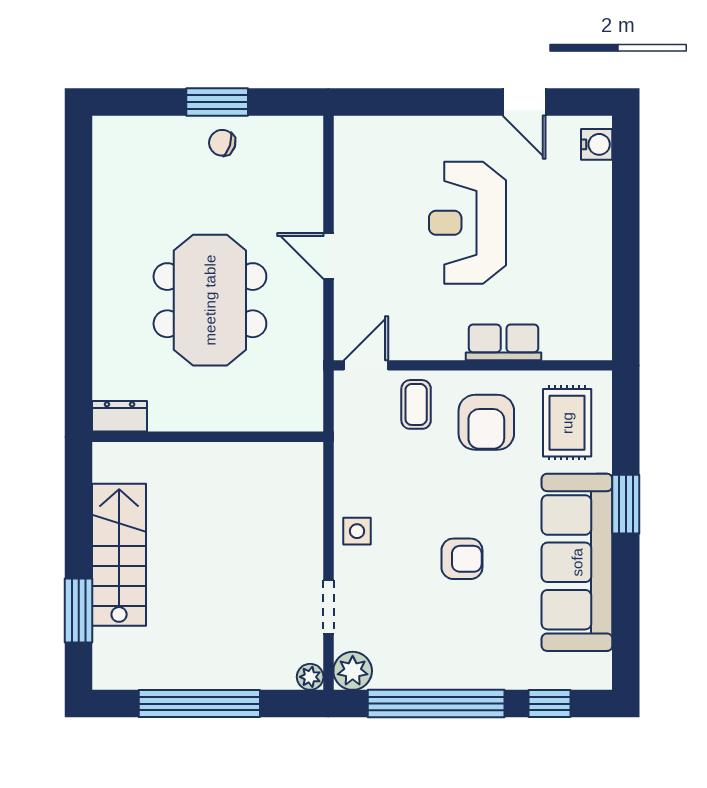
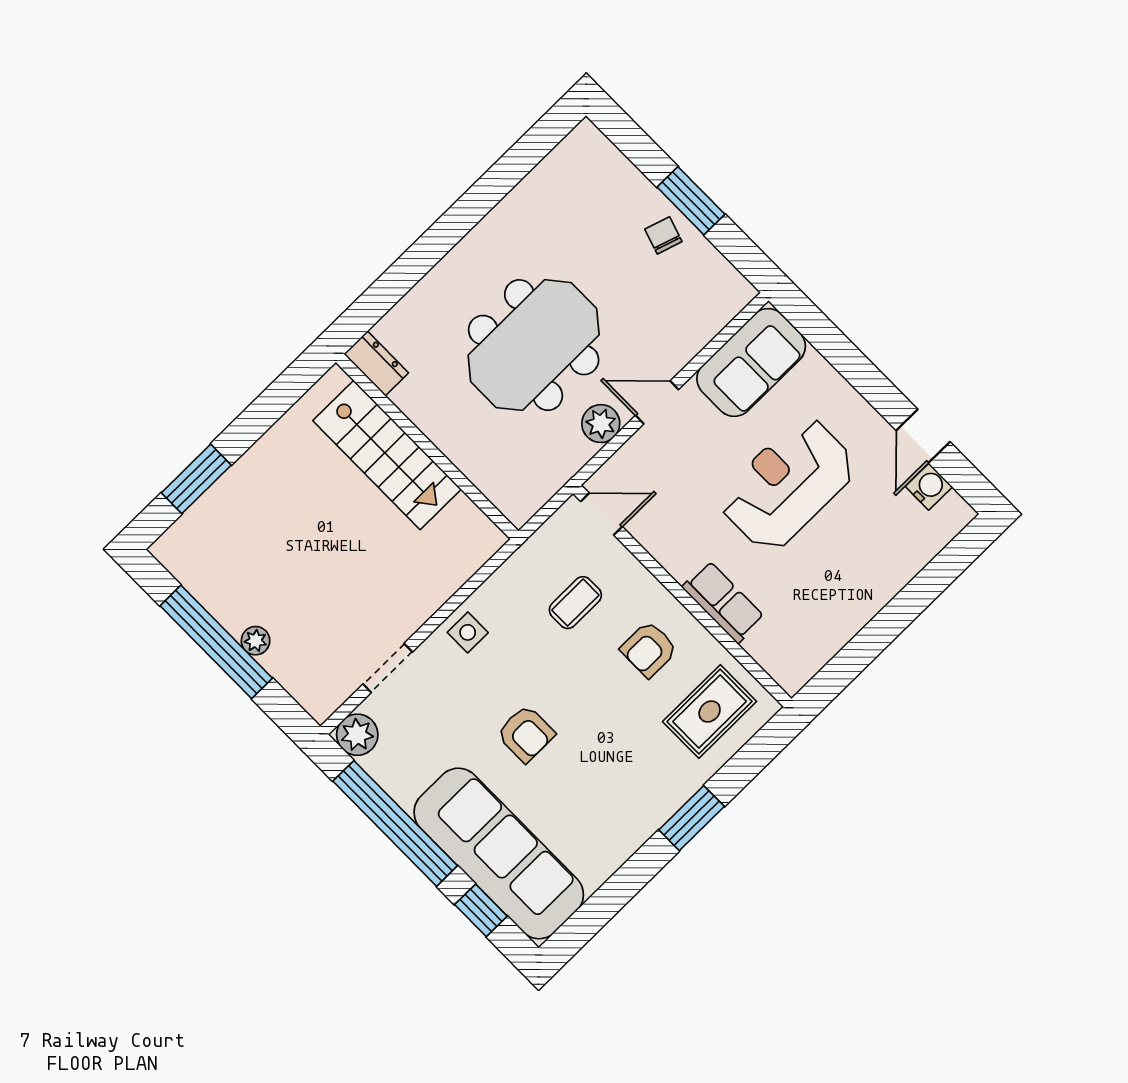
water cooler: (597, 144) -> (929, 487), moved, turned -90
sofa: (363, 168) -> (751, 362), added
door: (328, 256) -> (657, 402), hinge flipped
plant: (306, 307) -> (601, 424), added
coffee table: (416, 404) -> (575, 603), moved
armchair: (486, 422) -> (649, 649), width x0.72, depth x0.72
stairs: (119, 555) -> (387, 455), moved, turned 90
sofa: (577, 562) -> (499, 853), moved, turned 90
plant: (310, 677) -> (256, 641), moved

